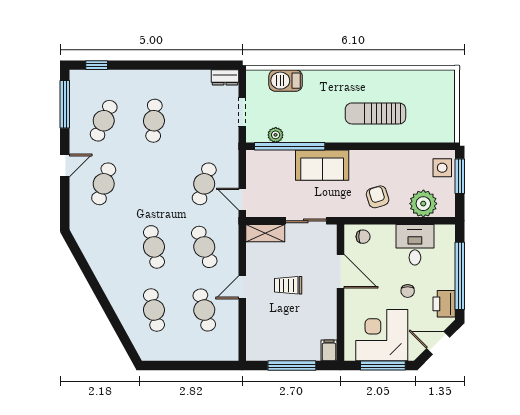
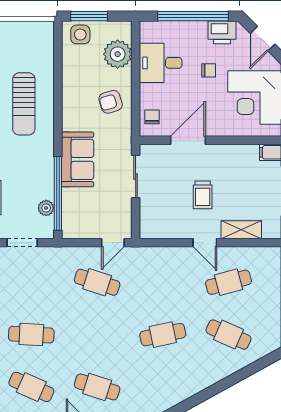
shelving: (265, 233) -> (241, 230), moved, turned 90
cafe table: (204, 247) -> (163, 282), removed
cafe table: (154, 310) -> (228, 335), turned 36

